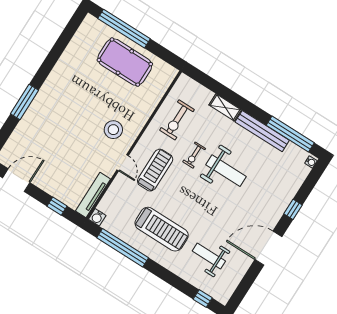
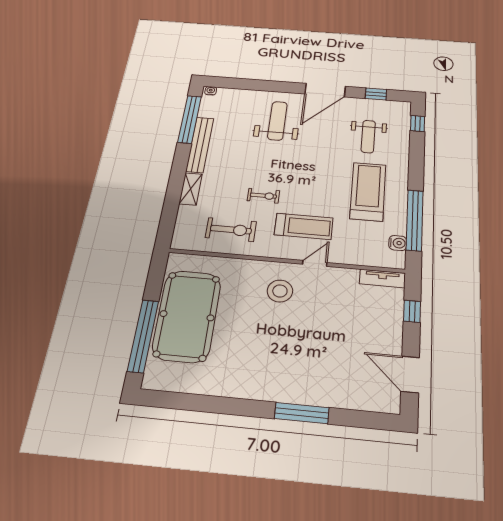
pool table: (125, 62) -> (187, 316), width x1.36, depth x1.32
treadmill: (155, 170) -> (304, 226), turned 180
weight bench: (226, 171) -> (277, 121), moved
tv unit: (93, 195) -> (382, 278), width x0.71
window: (293, 209) -> (376, 94), moved
water cooler: (97, 217) -> (398, 243), moved
door: (268, 248) -> (325, 90), hinge flipped

